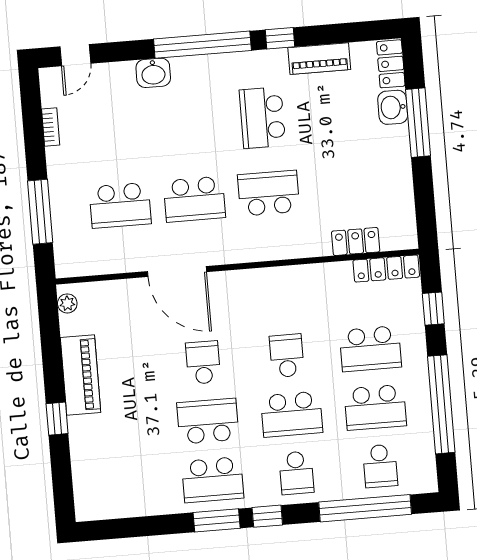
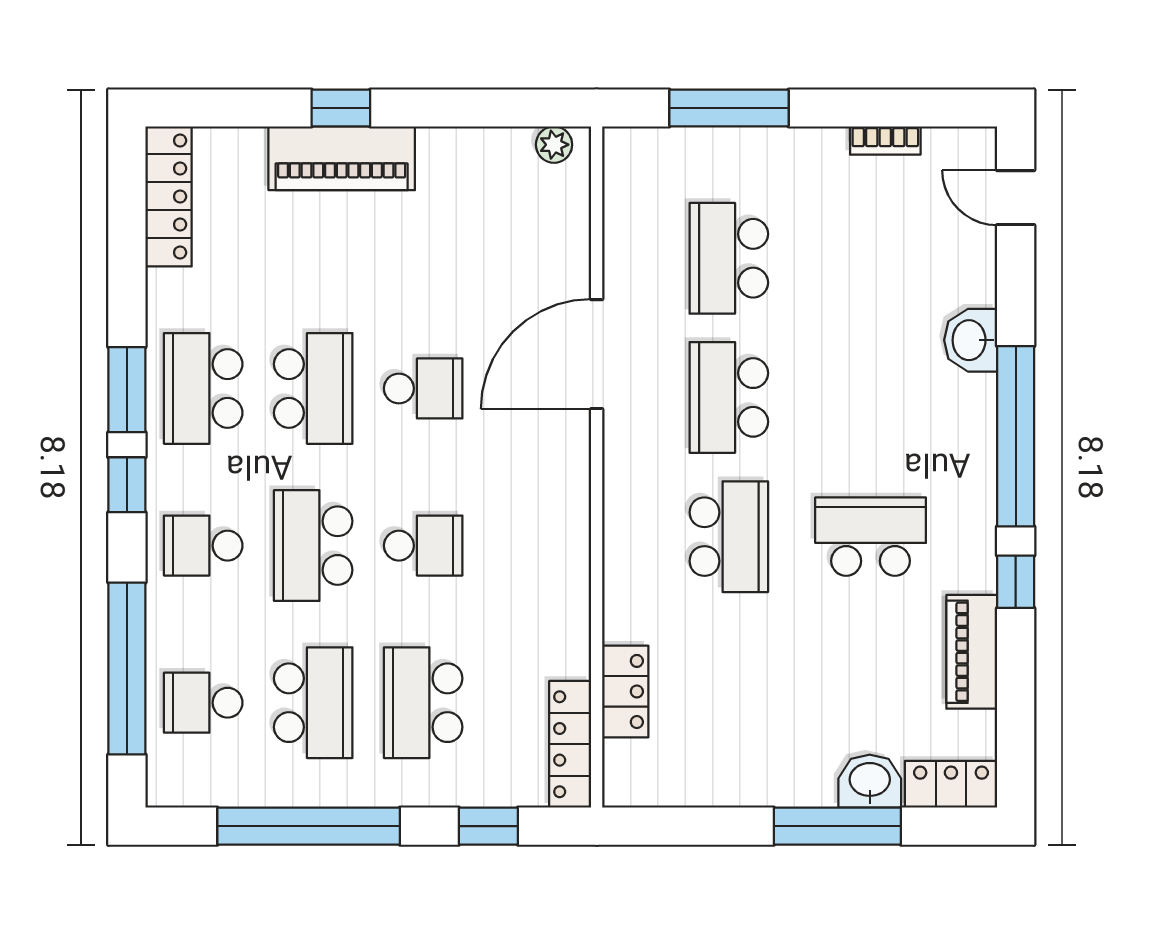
piano: (81, 375) -> (342, 158), moved
school desk: (375, 407) -> (313, 703), turned 180
locker: (112, 507) -> (168, 196), added

